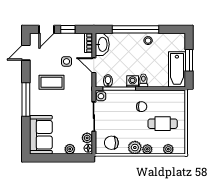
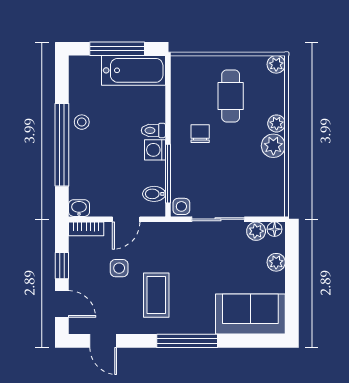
washbasin: (102, 44) -> (79, 208), width x0.52, depth x0.69
window: (189, 60) -> (117, 49), width x1.44
chair: (111, 143) -> (265, 188), removed
plant: (168, 149) -> (276, 64), moved

